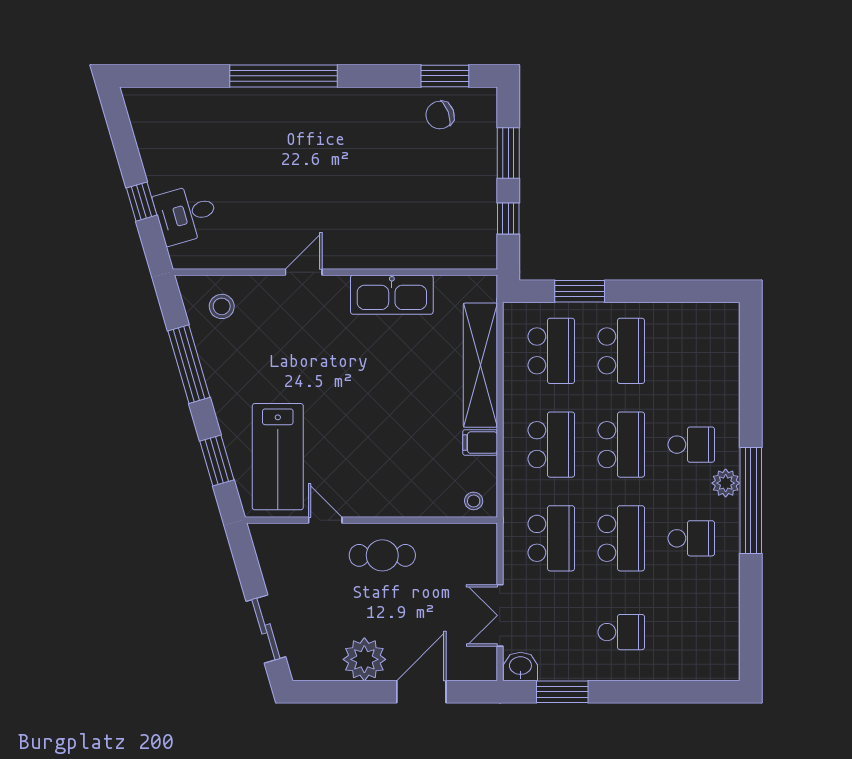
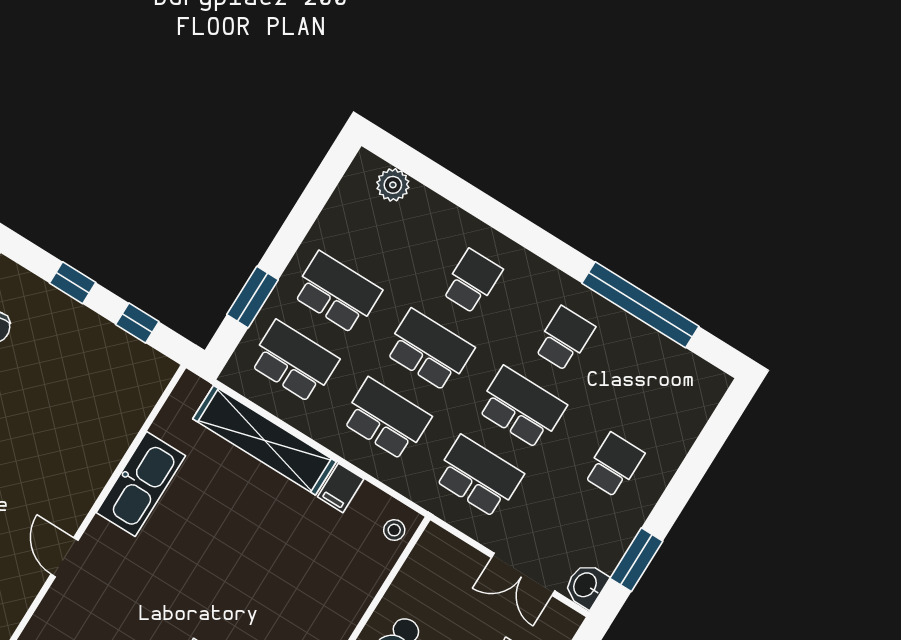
window: (508, 153) -> (73, 283), width x0.67
plant: (726, 483) -> (393, 185), moved
window: (751, 500) -> (640, 305), moved

